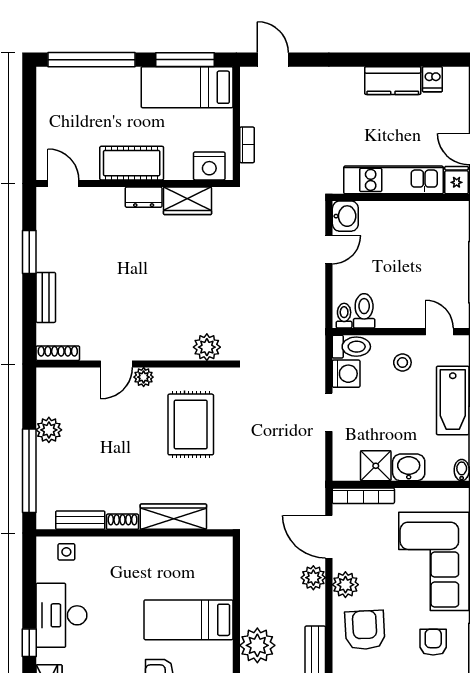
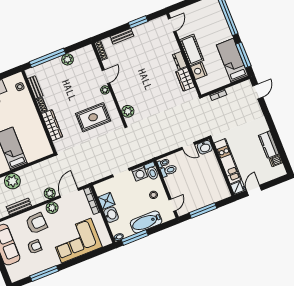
nightstand: (209, 166) -> (199, 71), moved
door: (116, 364) -> (106, 77), swing flipped
armchair: (433, 642) -> (35, 247), moved

